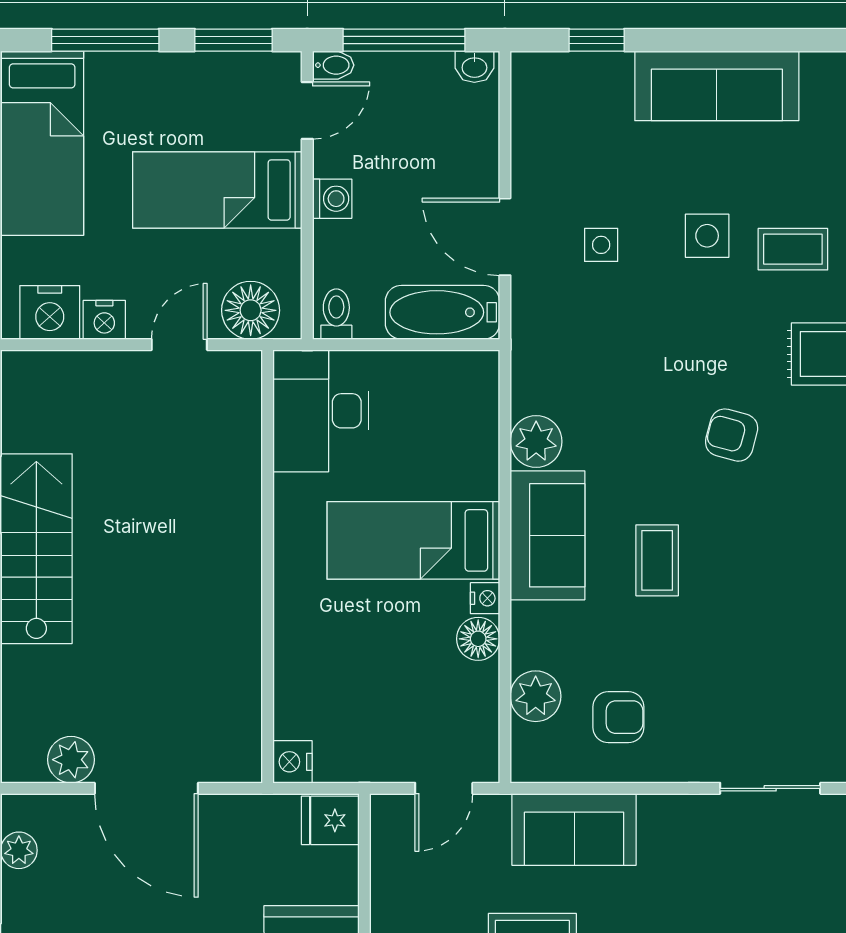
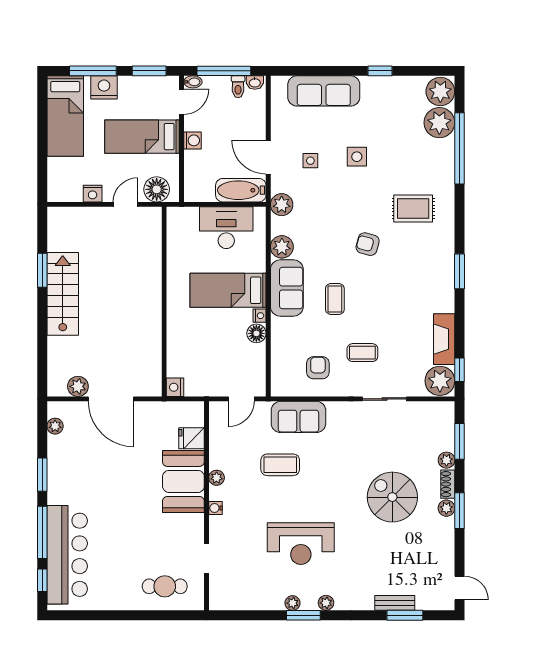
window: (597, 40) -> (380, 71), moved
sofa: (717, 86) -> (324, 91), moved
coffee table: (793, 249) -> (362, 353), moved
nightstand: (50, 312) -> (104, 87), moved, turned 180
toilet: (336, 314) -> (238, 87), moved, turned 180
desk: (321, 411) -> (226, 228), moved, turned 90
plant: (536, 696) -> (282, 205), moved
armchair: (618, 717) -> (318, 368), turned -90
fridge: (330, 820) -> (192, 438), moved

